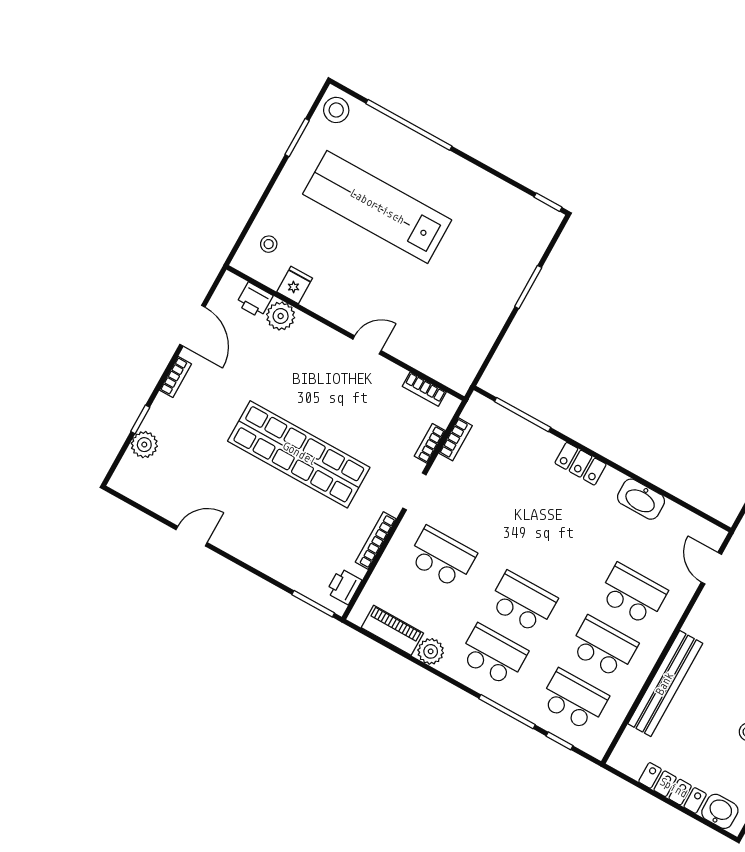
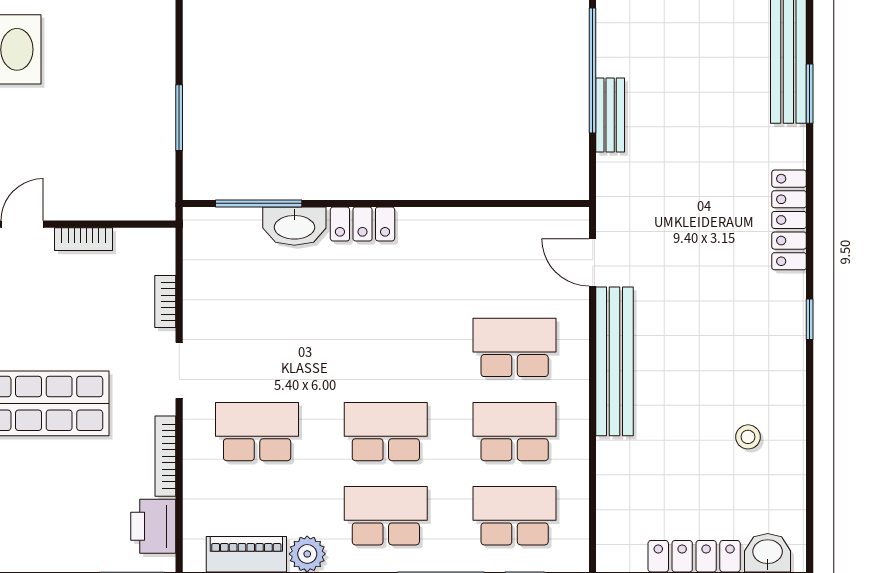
window: (528, 287) -> (179, 118), moved
bookcase: (424, 389) -> (84, 239), moved
bookcase: (456, 439) -> (194, 279), removed
washbasin: (641, 499) -> (294, 226), moved
printer: (344, 586) -> (153, 526), width x1.36, depth x1.24
bench: (665, 684) -> (614, 361), moved

